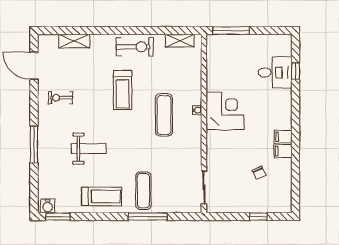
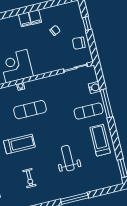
exercise bike: (60, 98) -> (29, 178), moved
chair: (235, 200) -> (79, 43), added
water cooler: (48, 206) -> (95, 88), moved

